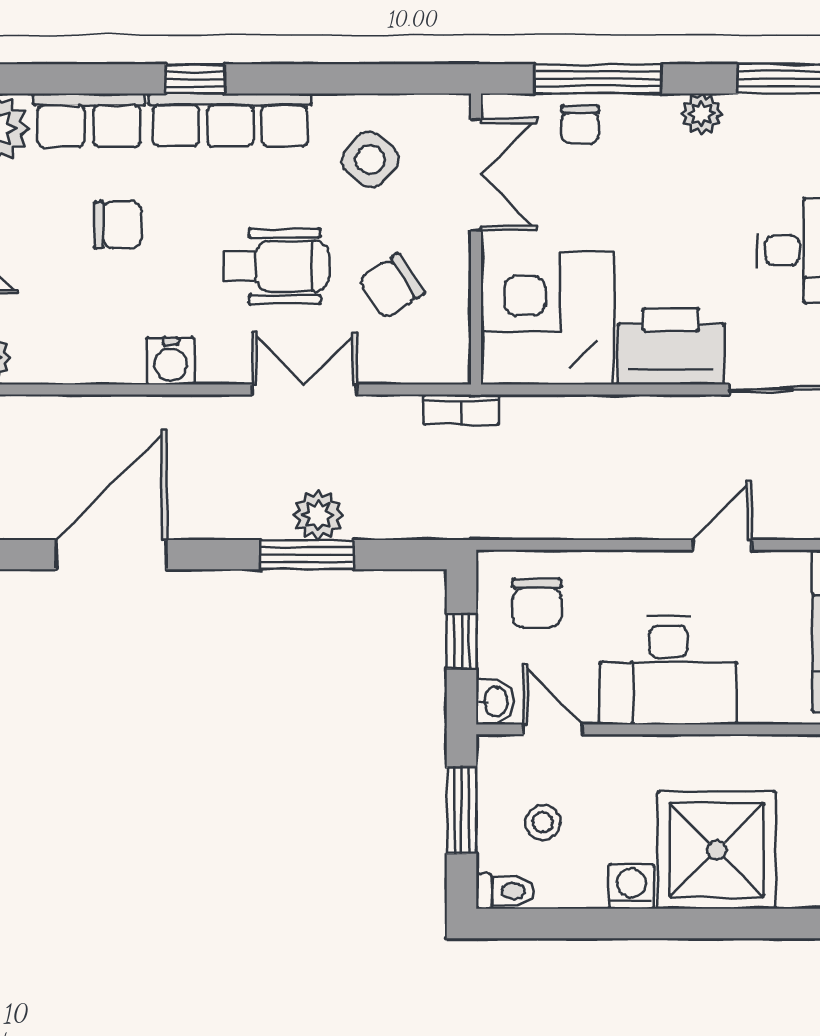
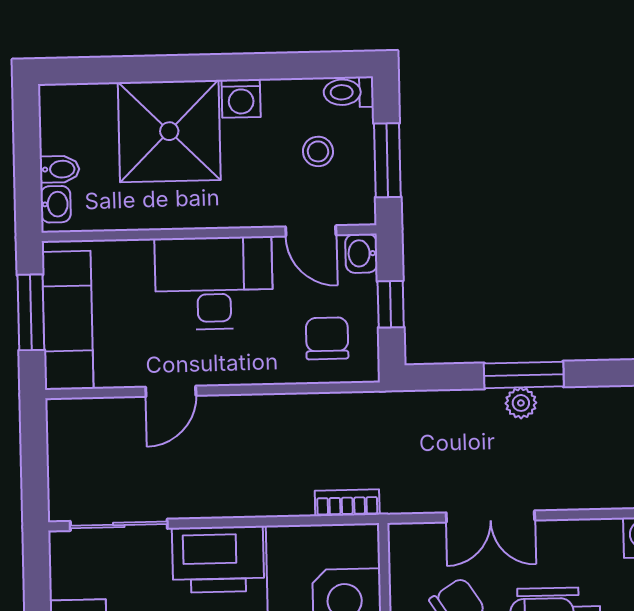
double door: (304, 390) -> (490, 516), moved
bookcase: (461, 409) -> (347, 503), moved
plant: (318, 515) -> (521, 403), width x0.73, depth x0.73

